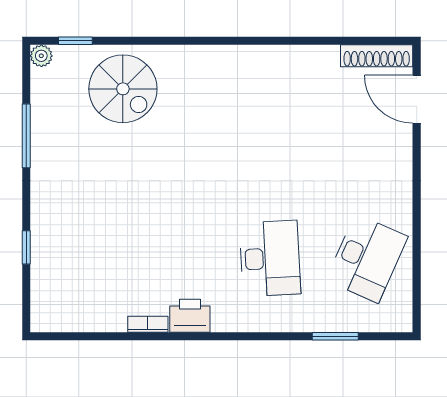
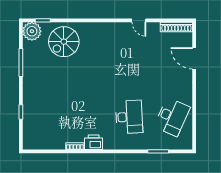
door: (292, 41) -> (139, 20), added
plant: (41, 56) -> (32, 31), width x1.88, depth x1.88
spiral stairs: (123, 89) -> (64, 42), turned 90
door: (417, 99) -> (194, 58), moved

